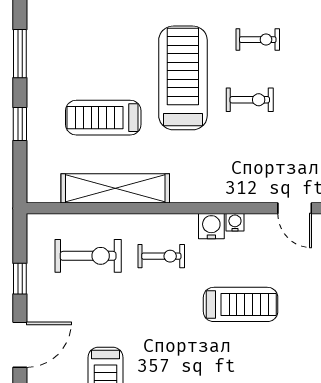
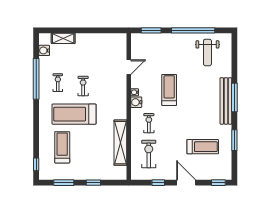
treadmill: (103, 118) -> (62, 147), moved, turned 180

